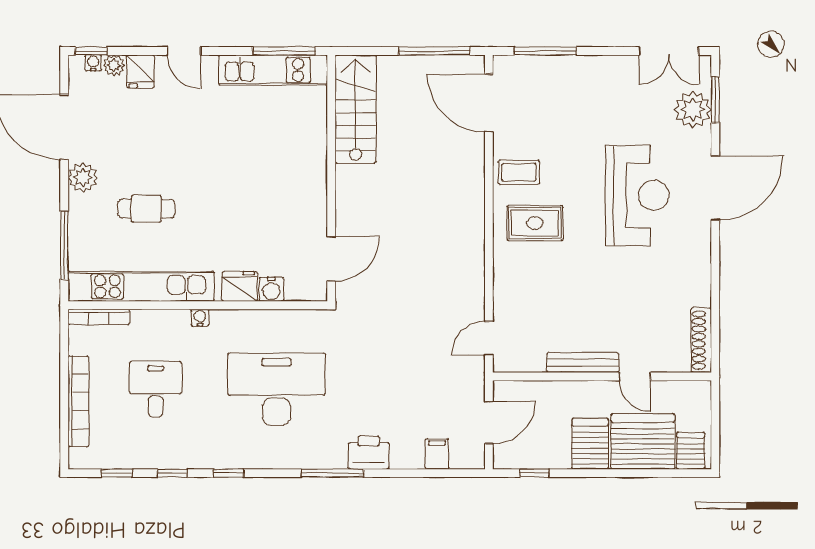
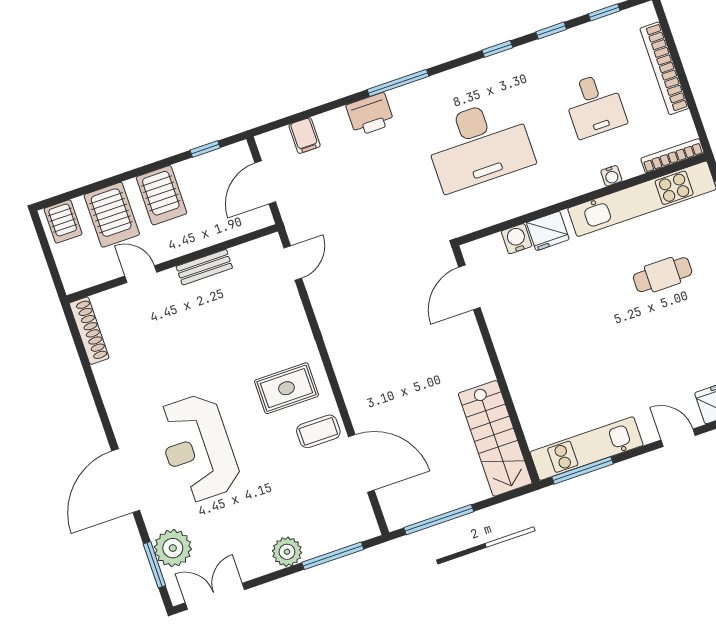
plant: (587, 69) -> (287, 552), added
door: (489, 103) -> (361, 463), moved
water cooler: (200, 318) -> (611, 176), moved
bench: (583, 363) -> (204, 267), width x0.73
server rack: (643, 441) -> (112, 215), width x0.62

